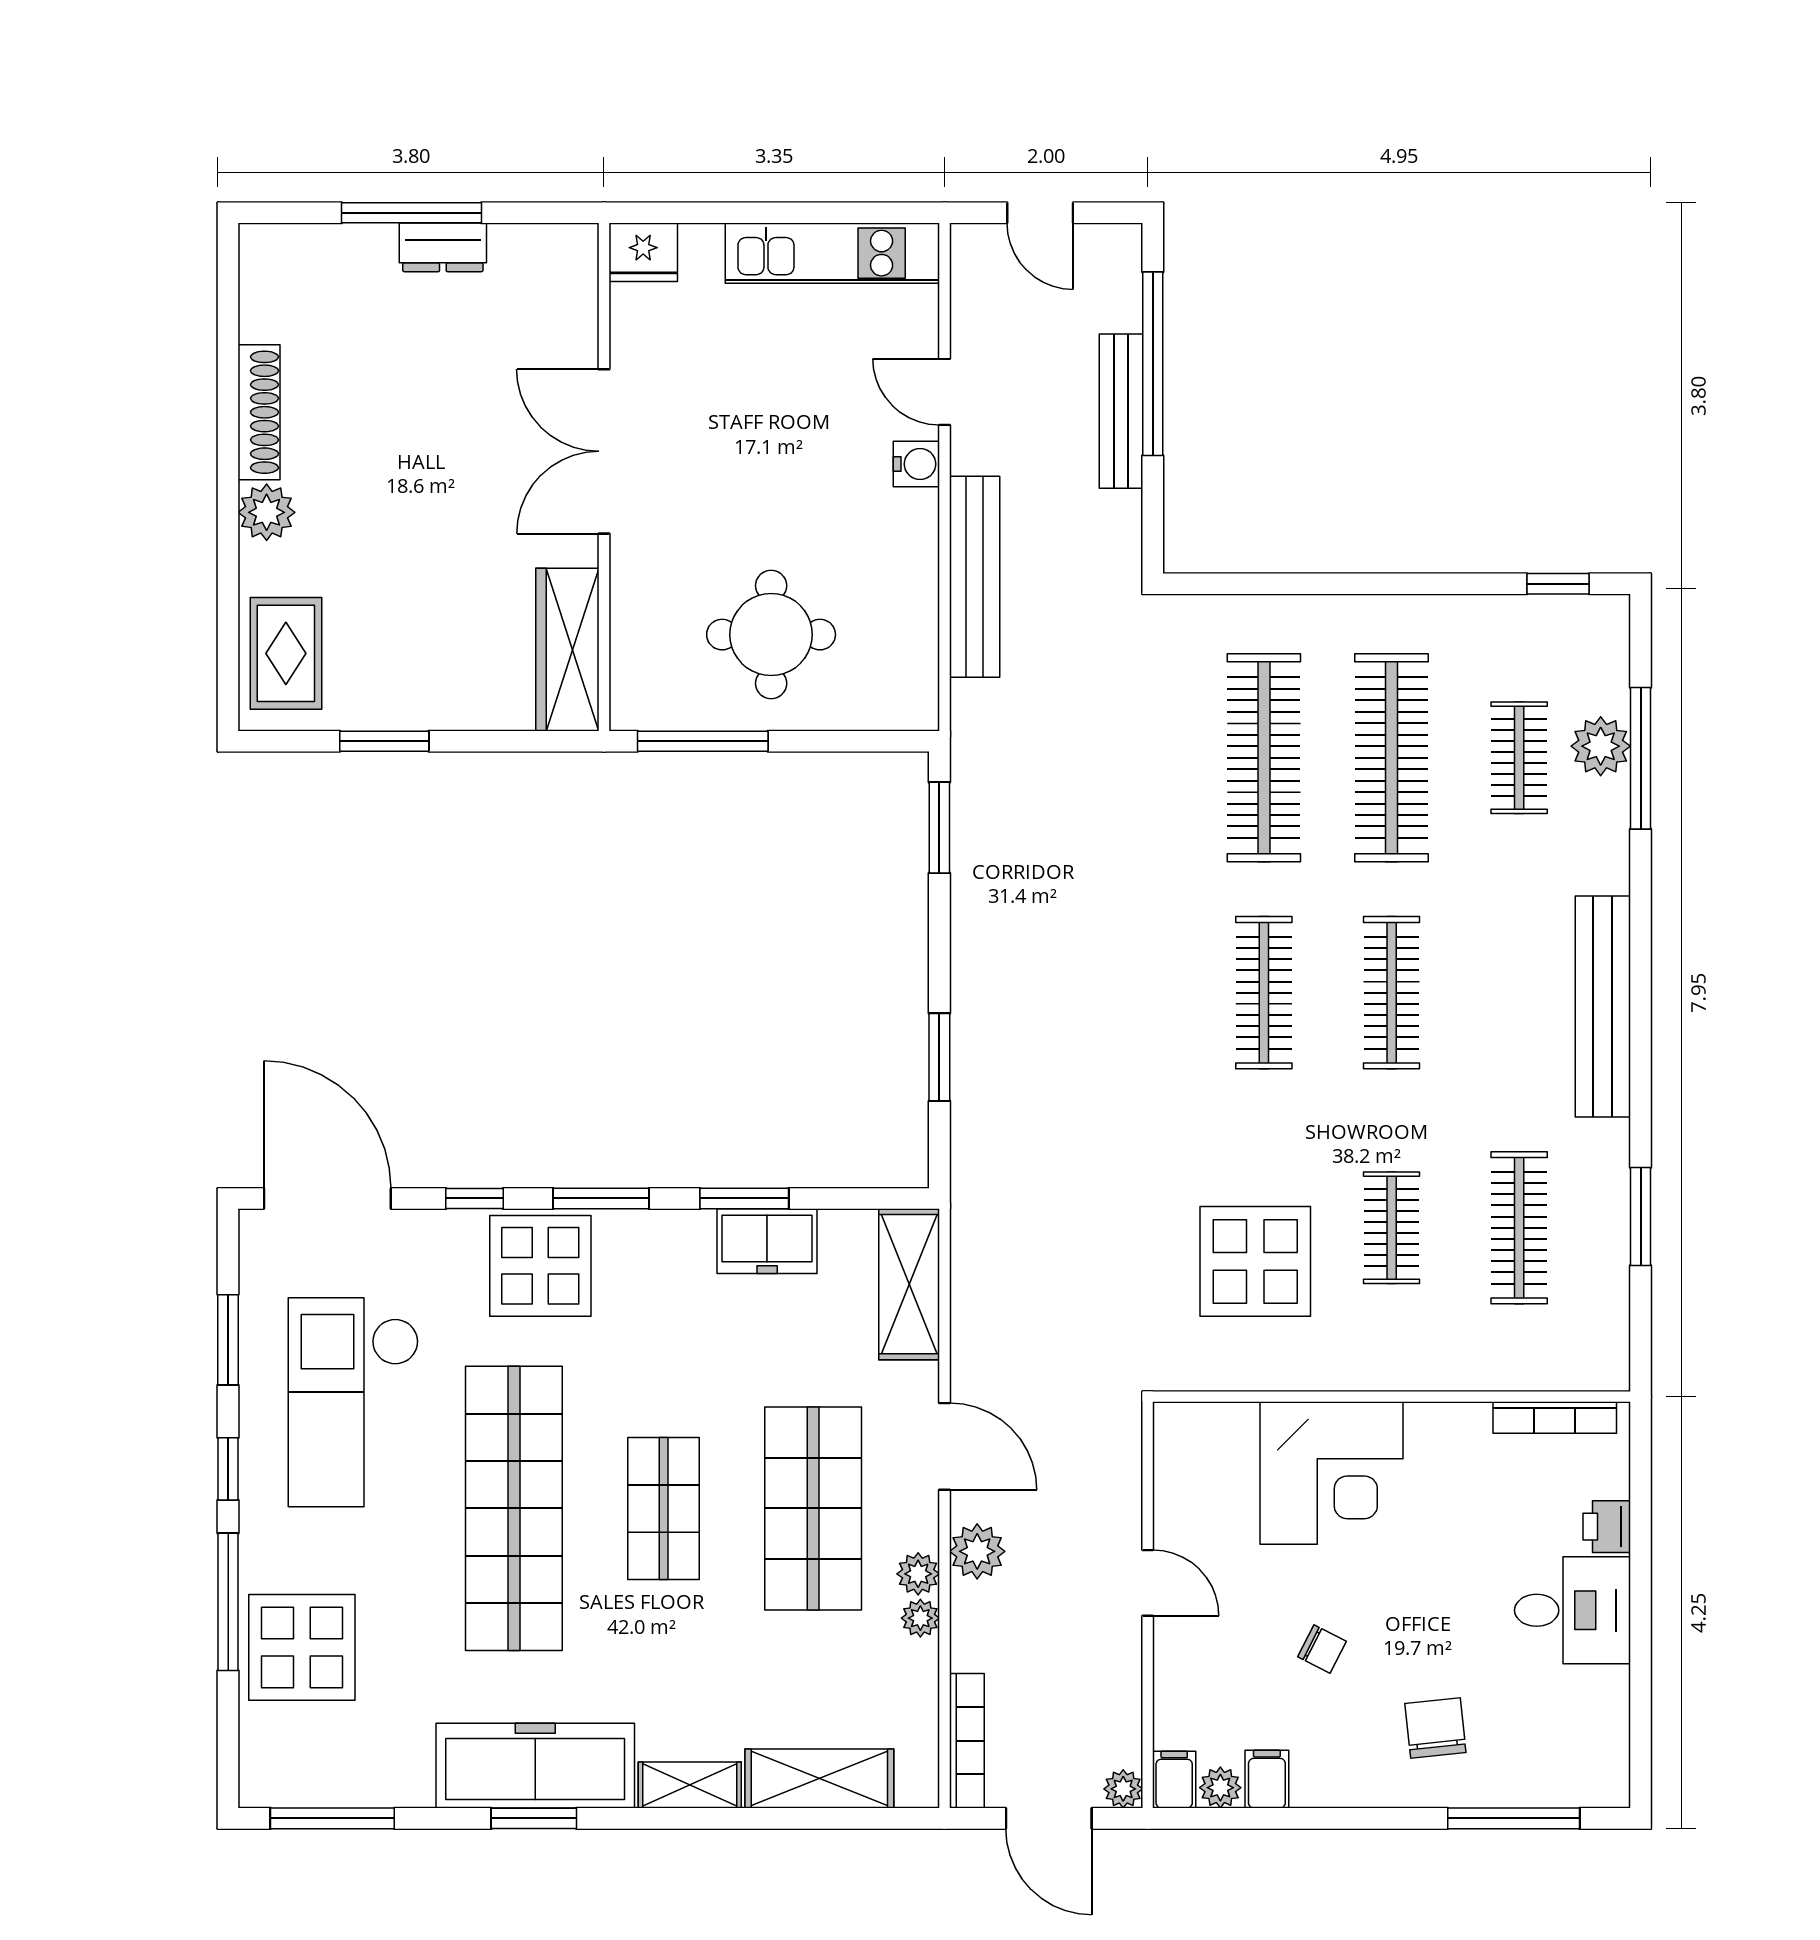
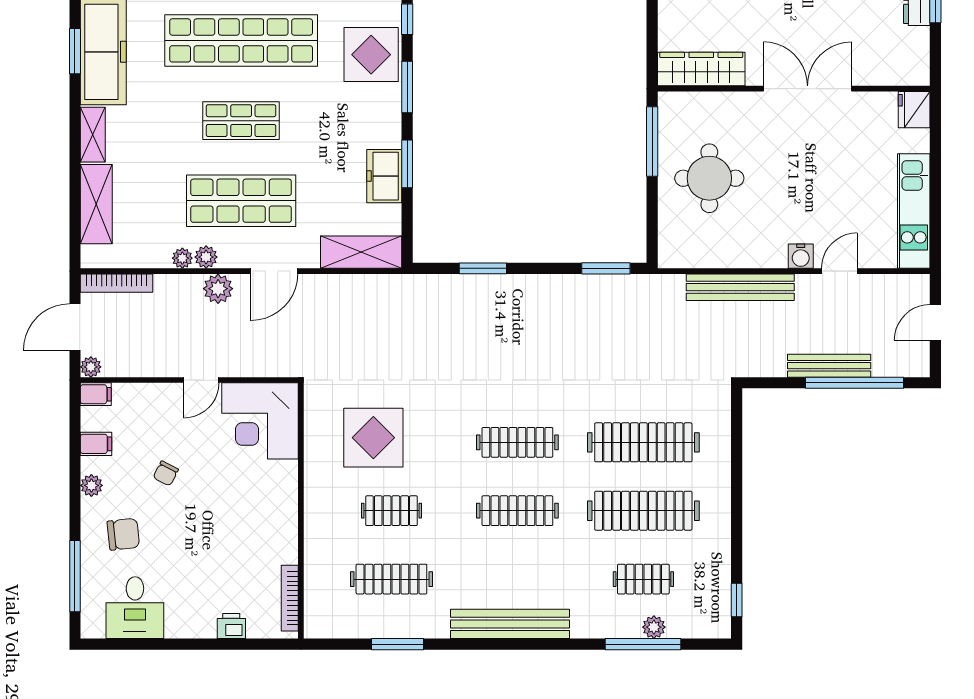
plant: (1601, 746) -> (654, 627), width x0.73, depth x0.73
corner desk: (1332, 1473) -> (260, 421), moved
desk: (1572, 1610) -> (135, 608), moved
plant: (1220, 1788) -> (91, 485), moved

